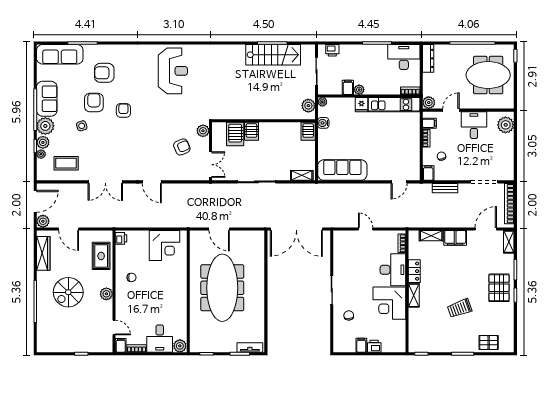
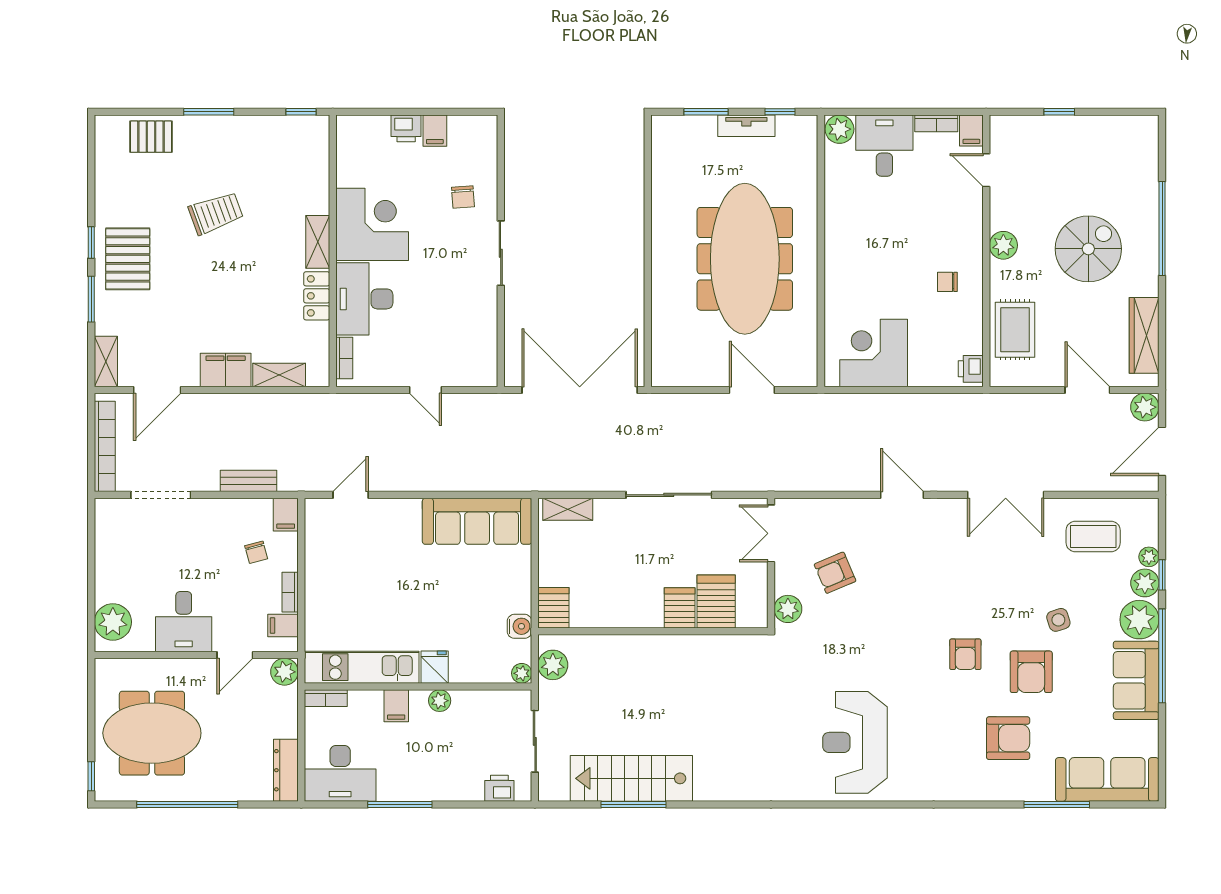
filing cabinet: (348, 87) -> (396, 706), moved
double door: (105, 182) -> (1006, 495), swing flipped
tv unit: (250, 347) -> (746, 126), moved

